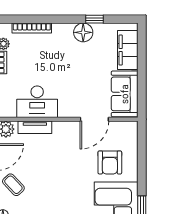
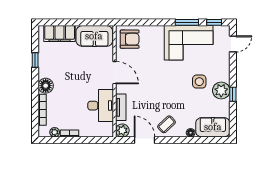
floor lamp: (83, 32) -> (46, 86), moved
door: (94, 119) -> (115, 73), moved
armchair: (110, 162) -> (130, 39), moved

